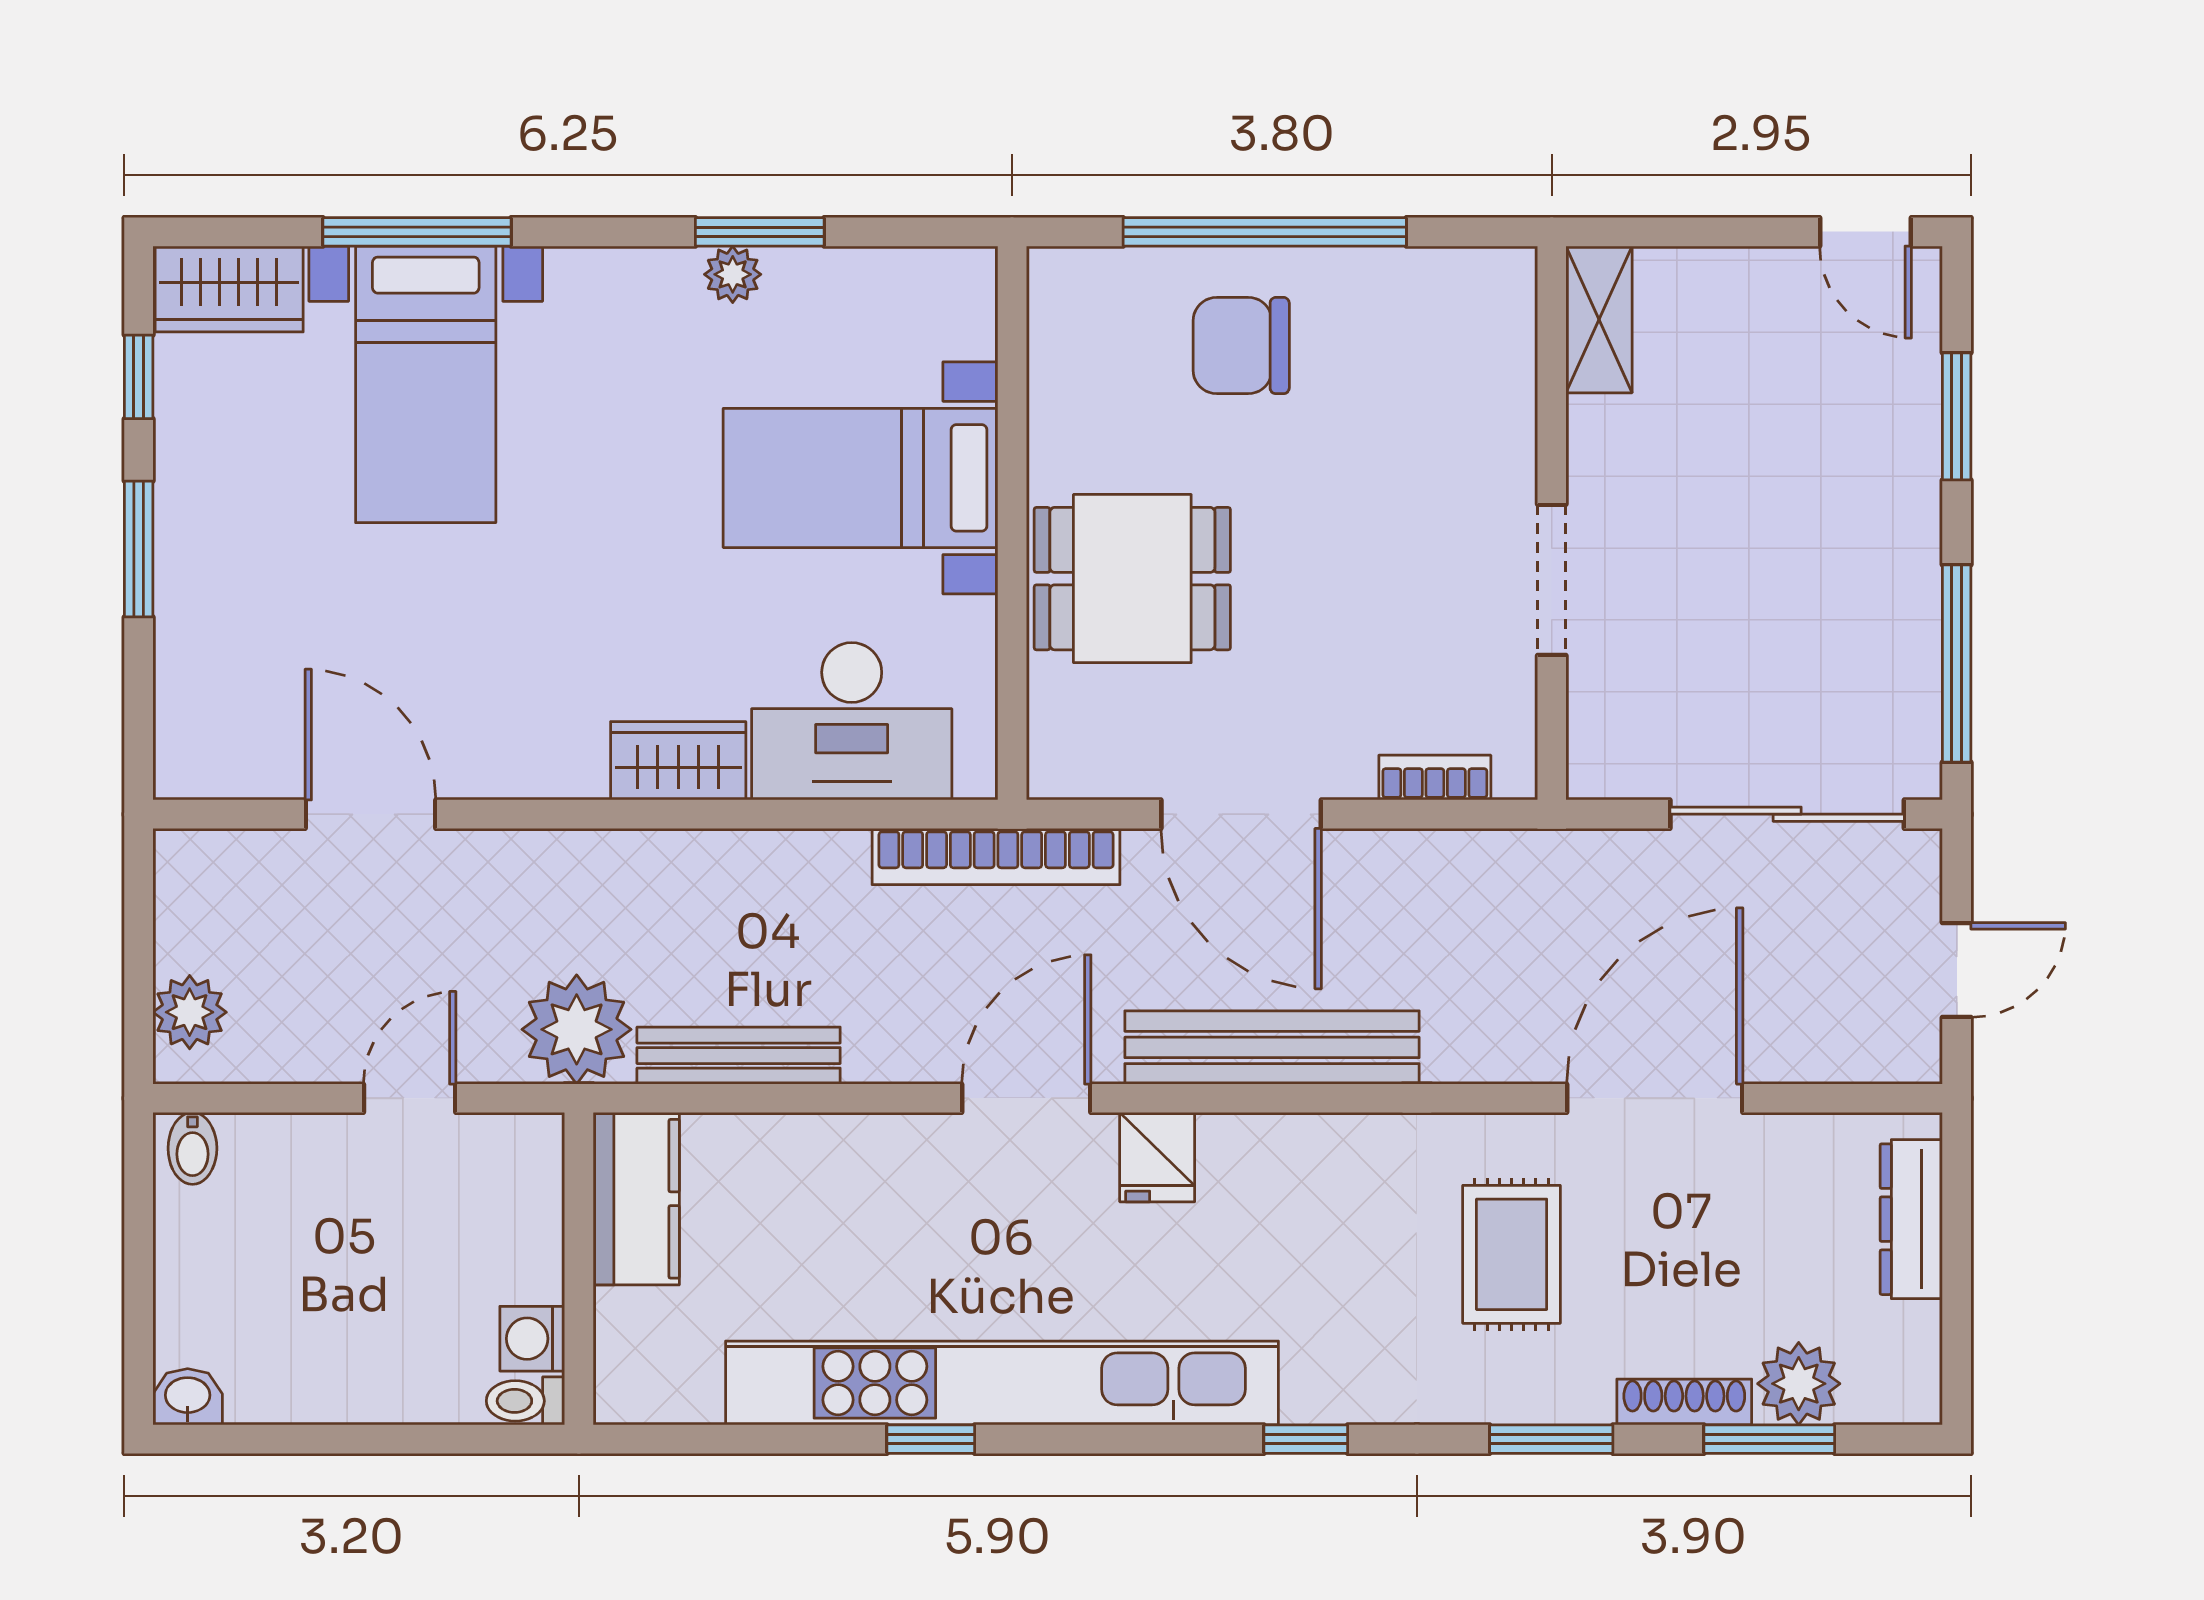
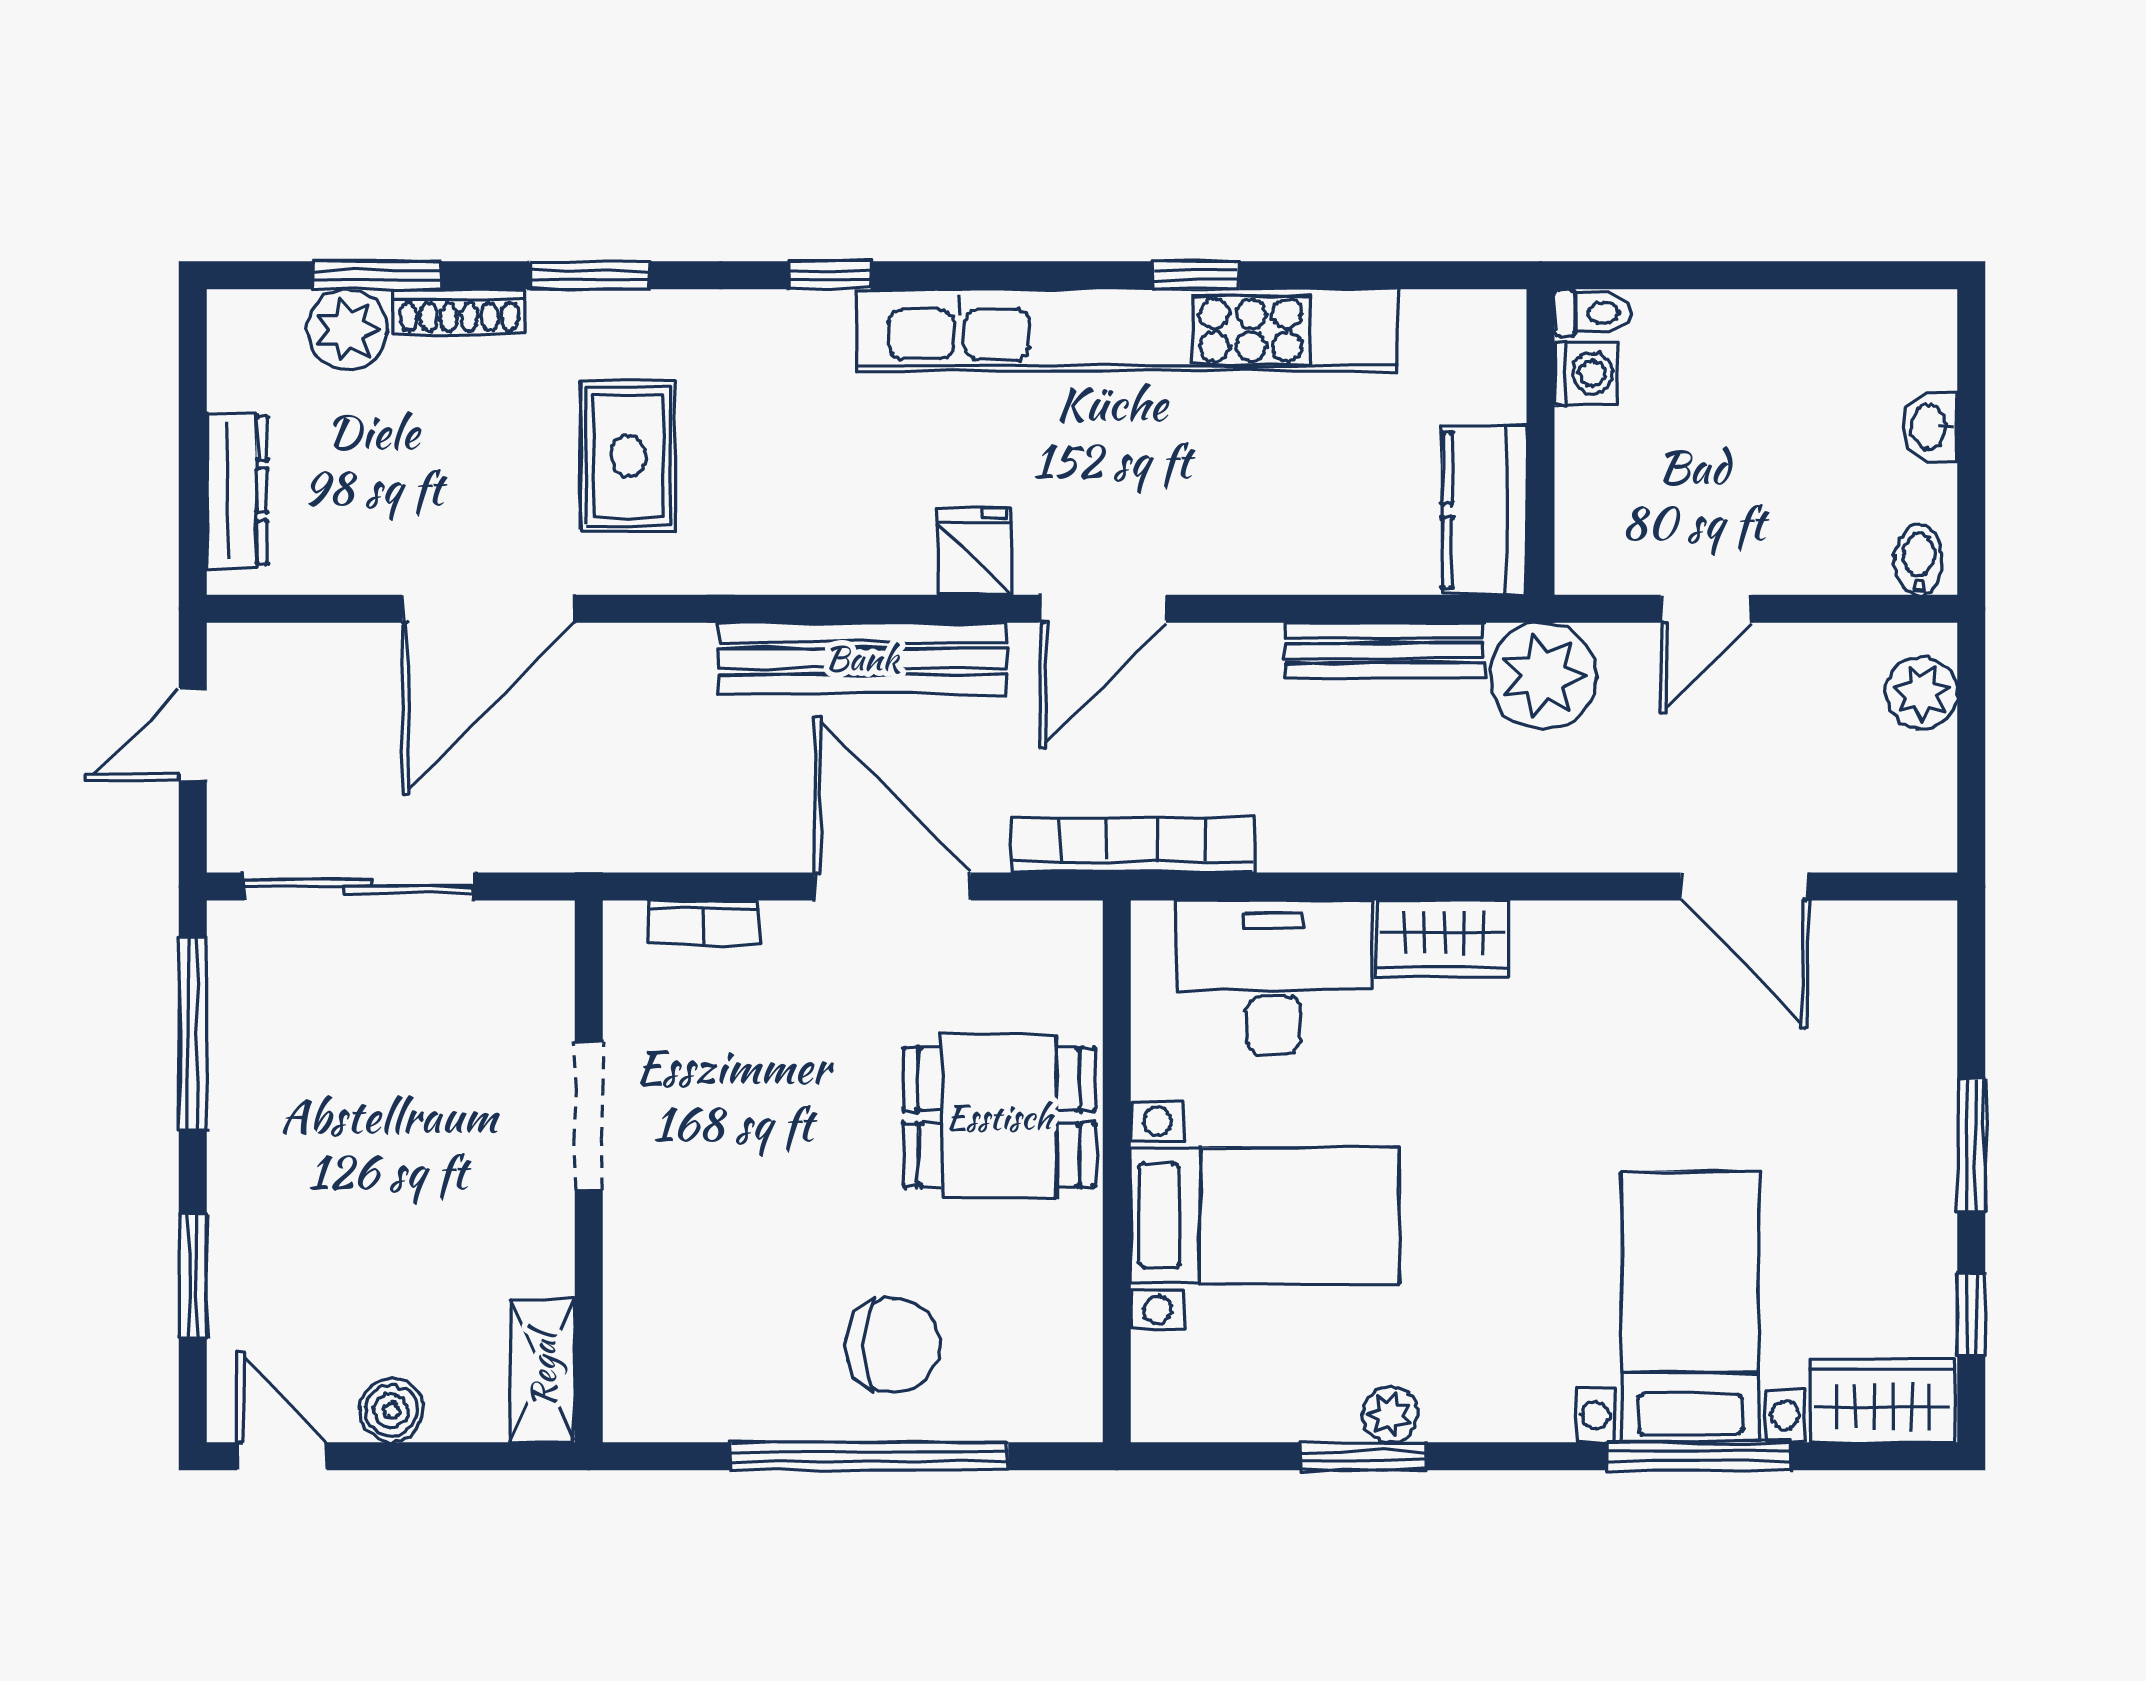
boiler: (1754, 279) -> (391, 1410), added
washbasin: (188, 1397) -> (1930, 427), moved, turned 90

